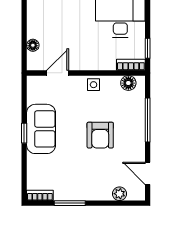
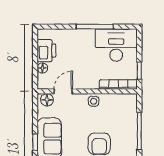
printer: (38, 25) -> (46, 51), added
bookcase: (131, 65) -> (118, 84), width x1.56
floor lamp: (128, 83) -> (47, 100), moved

